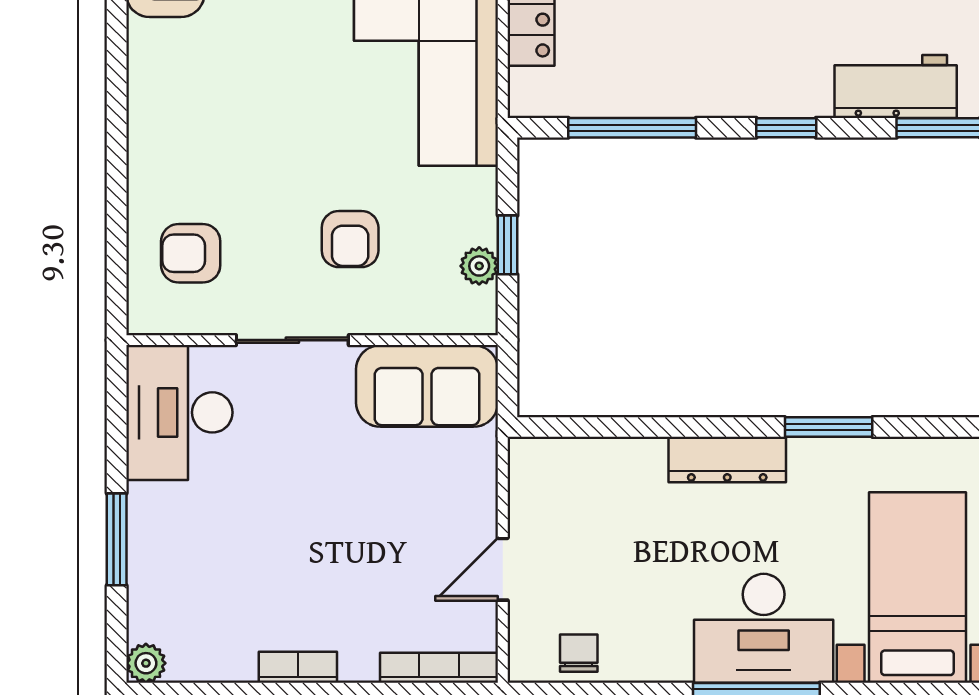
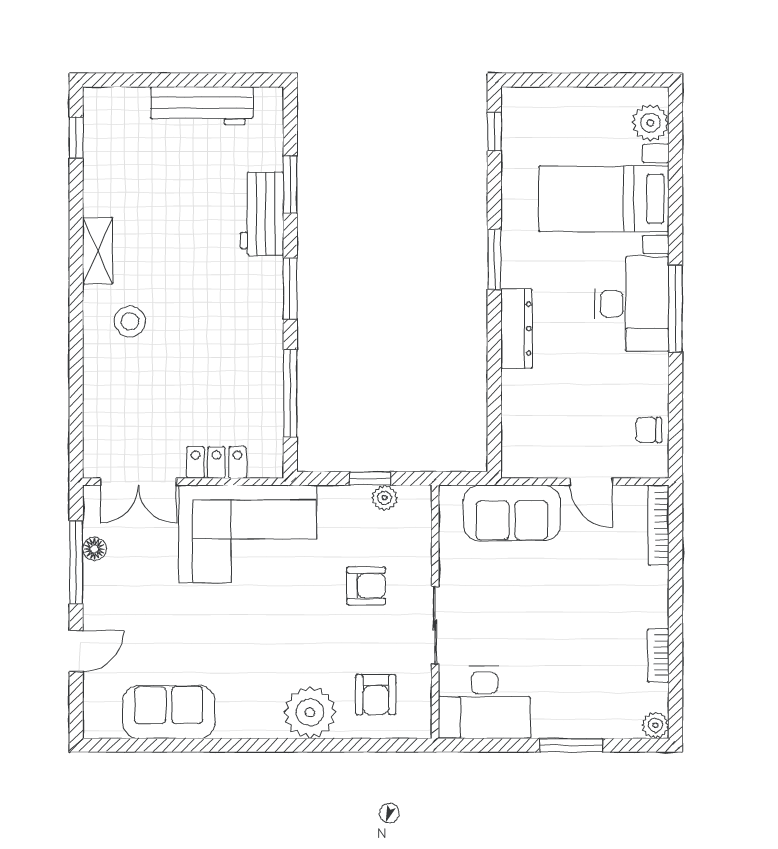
window: (786, 128) -> (290, 288), width x1.50
plant: (165, 157) -> (310, 712), added
sofa: (427, 386) -> (512, 513), moved, turned 90
bookcase: (298, 667) -> (658, 656), moved

